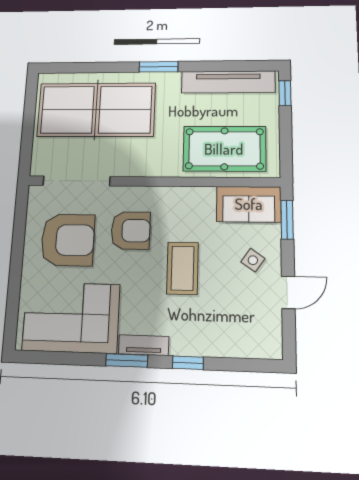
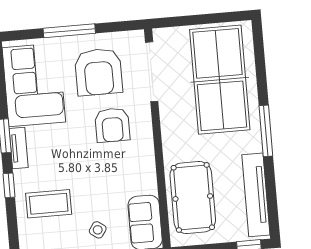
window: (159, 67) -> (266, 131), width x1.44
coffee table: (182, 268) -> (49, 204), moved
window: (16, 269) -> (69, 31), added

